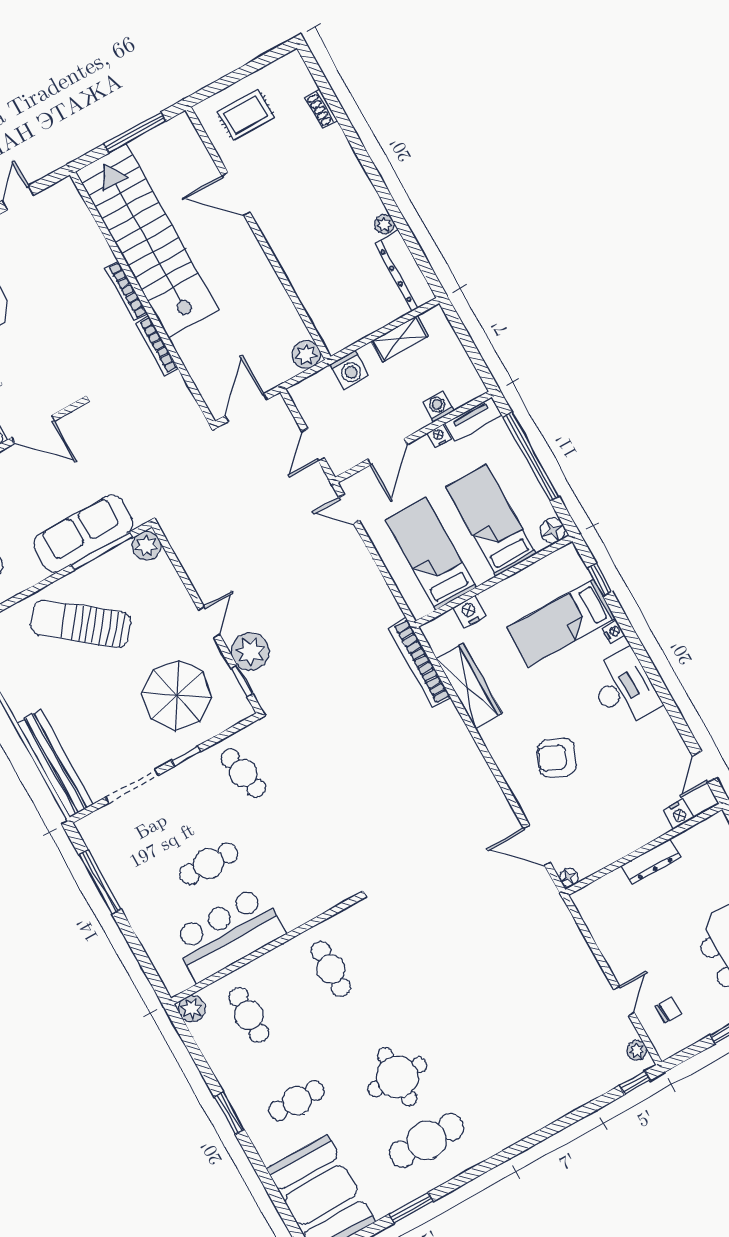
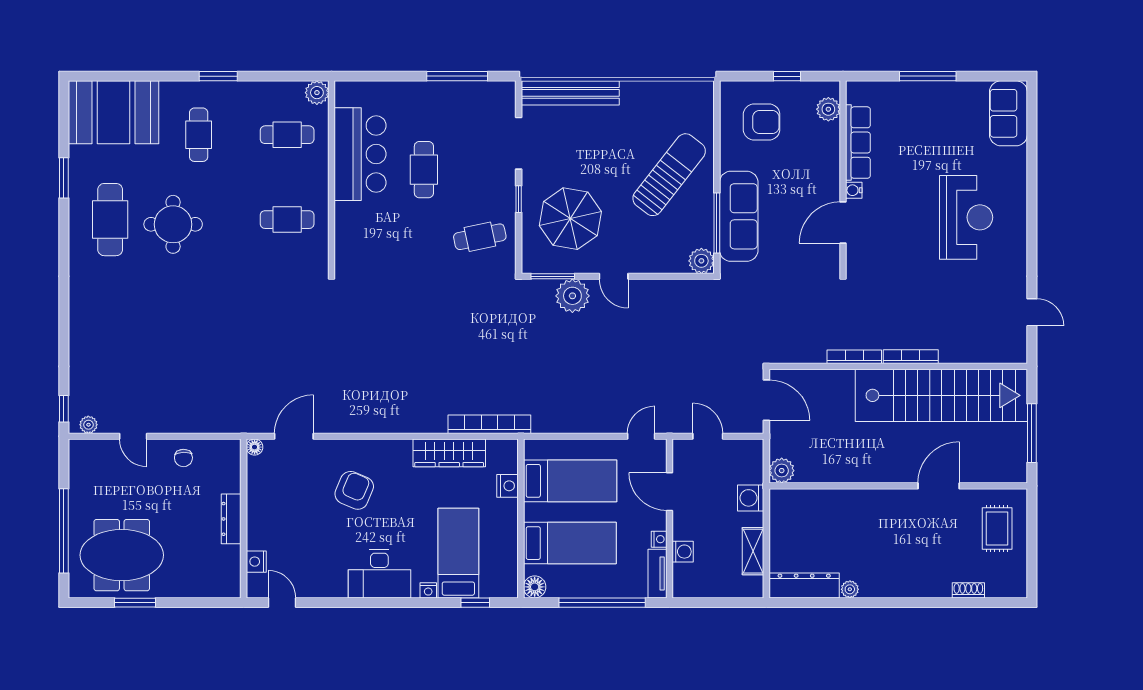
window: (242, 681) -> (553, 276), width x1.50
chair: (668, 1010) -> (183, 458), moved

